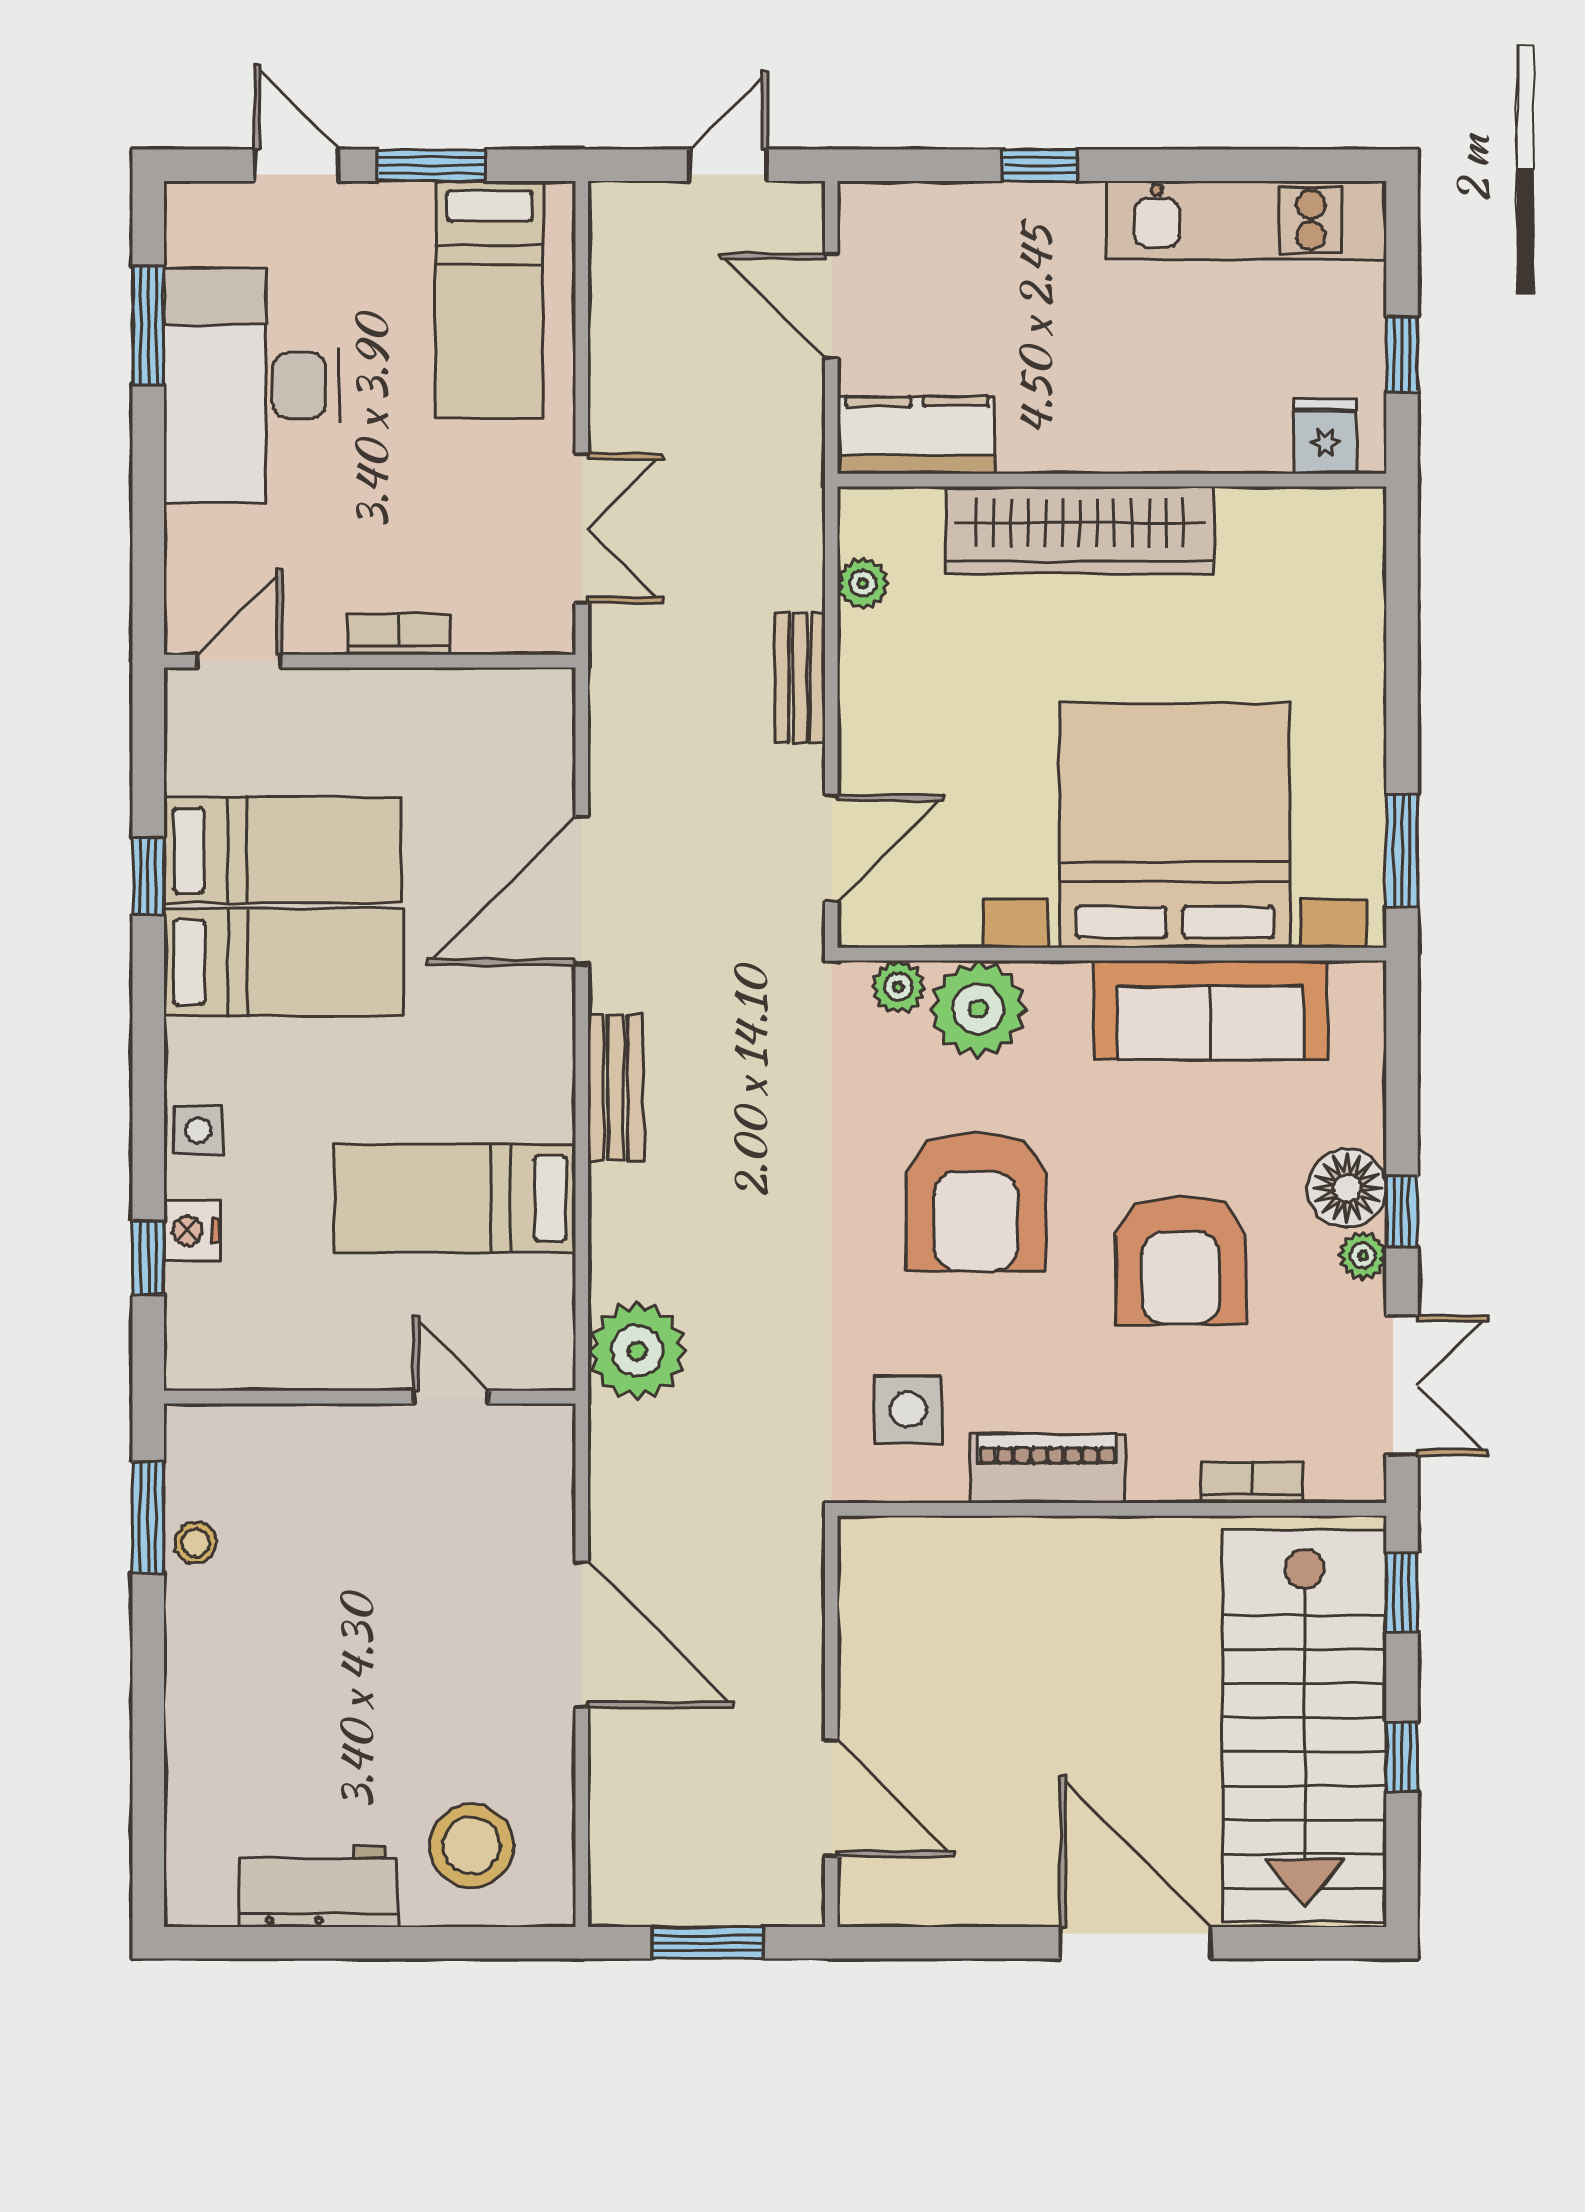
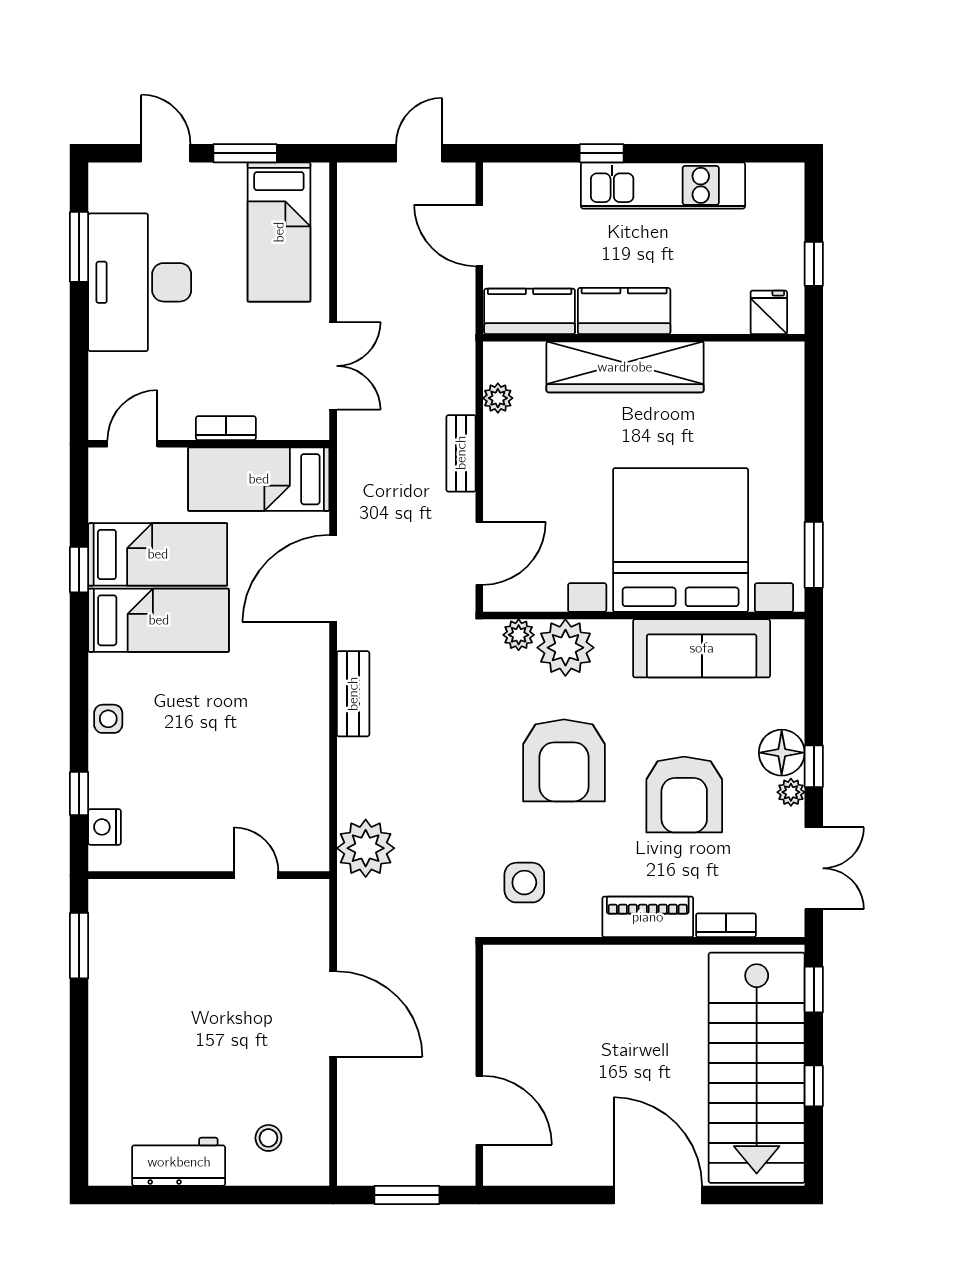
kitchen unit: (1246, 220) -> (663, 185), moved
kitchen counter: (1078, 435) -> (624, 311), added
bed: (455, 1198) -> (259, 479), moved
nightstand: (192, 1231) -> (105, 827), moved
piano: (1048, 1468) -> (648, 917), moved
stool: (195, 1543) -> (107, 960), removed
stool: (471, 1846) -> (268, 1138), width x0.53, depth x0.53

